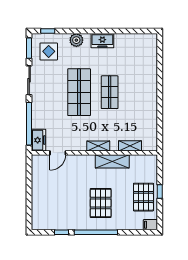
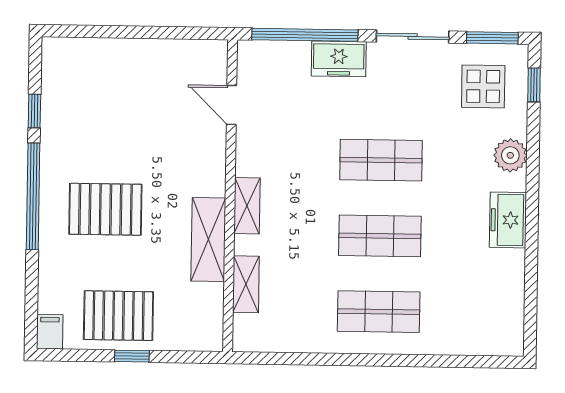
shop shelf: (79, 92) -> (381, 160), width x0.70, depth x0.74
shop shelf: (140, 92) -> (379, 312), added
freezer: (39, 140) -> (339, 59), moved

